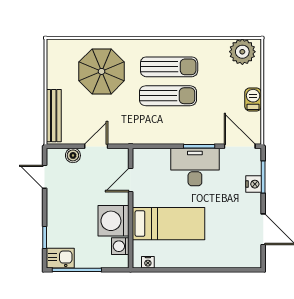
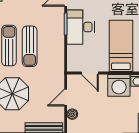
sun lounger: (168, 96) -> (30, 46), turned 180
door: (96, 146) -> (66, 98), hinge flipped

